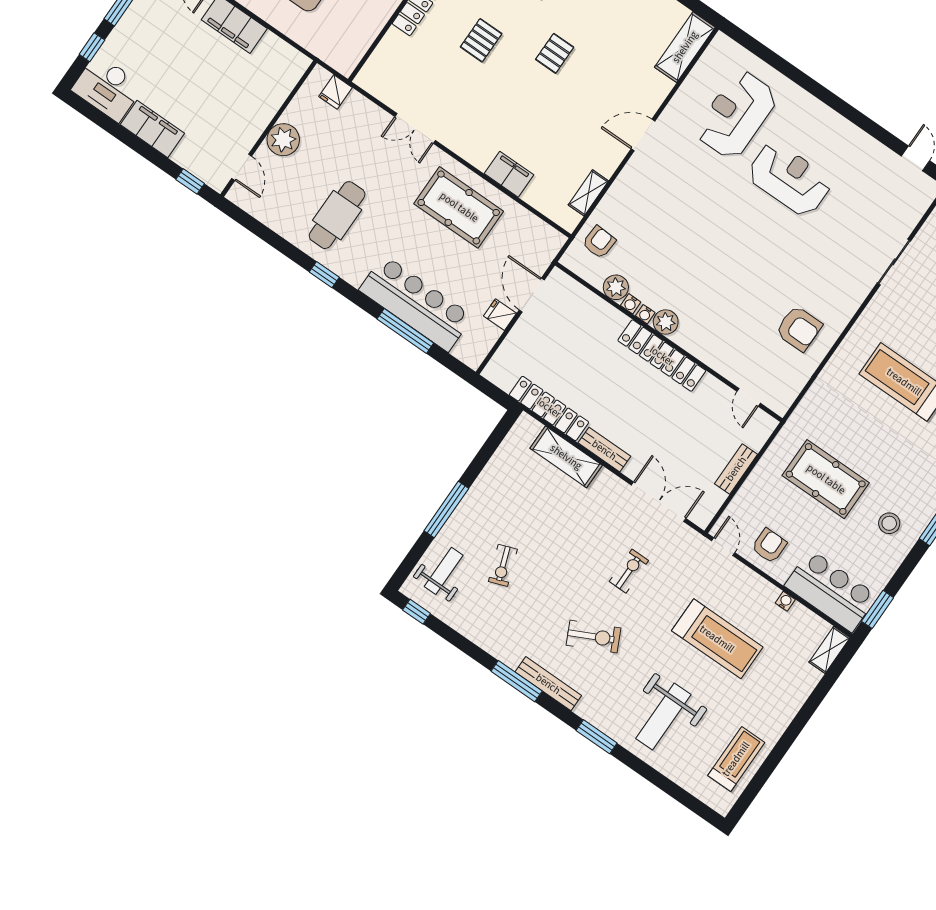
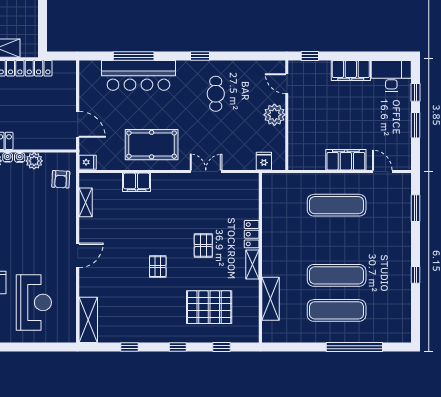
cafe table: (337, 215) -> (216, 94), width x0.73, depth x0.74
fridge: (500, 315) -> (88, 162), moved

